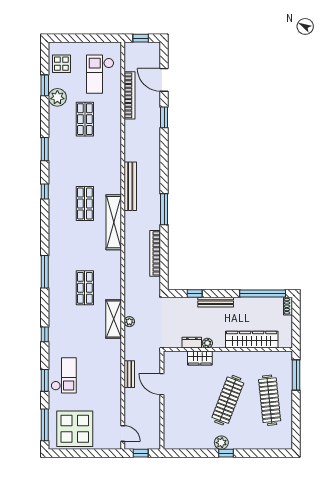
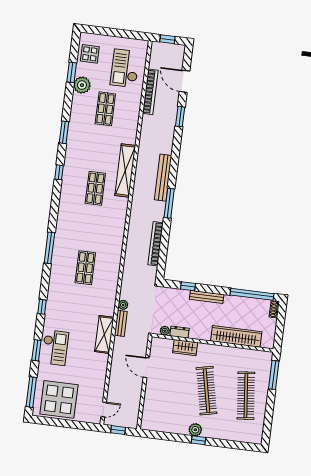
bench: (130, 186) -> (163, 178), moved
shelving: (114, 222) -> (125, 170), moved
shelving: (114, 319) -> (104, 334), moved
plant: (207, 343) -> (165, 331), moved
bench: (129, 374) -> (121, 323), moved
clothes rail: (228, 400) -> (207, 391), turned -33
door: (123, 433) -> (104, 409), hinge flipped

